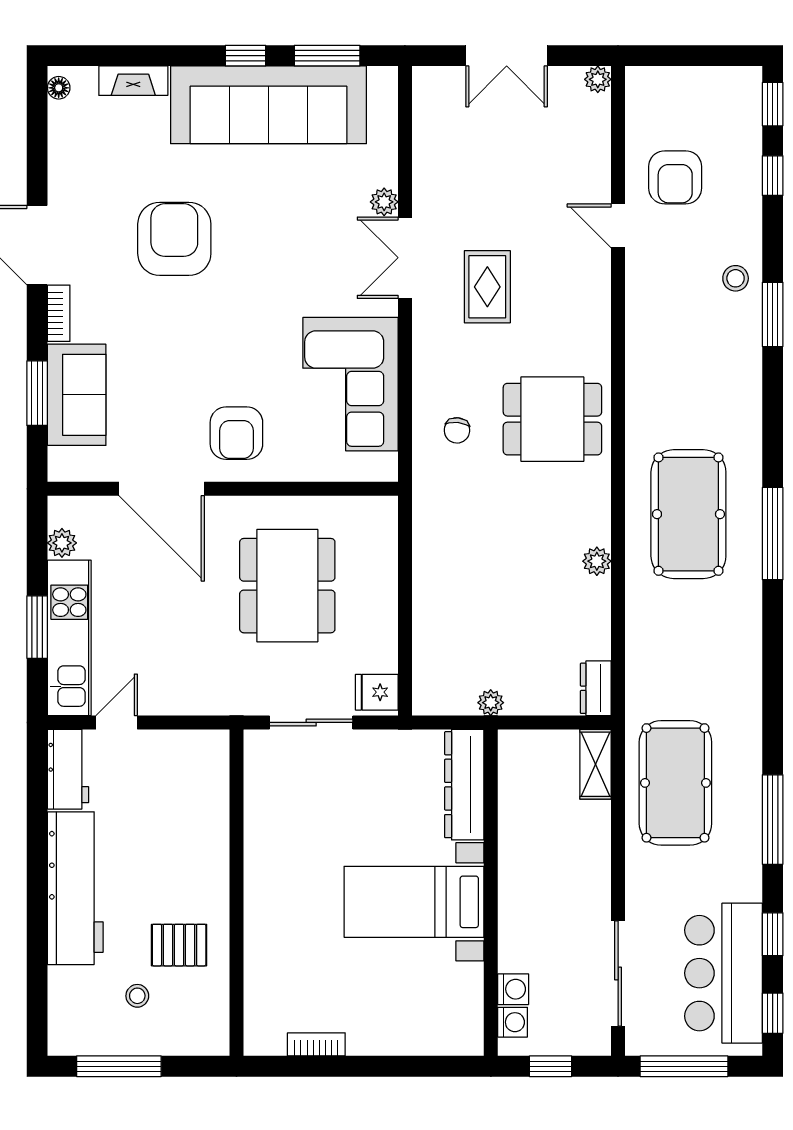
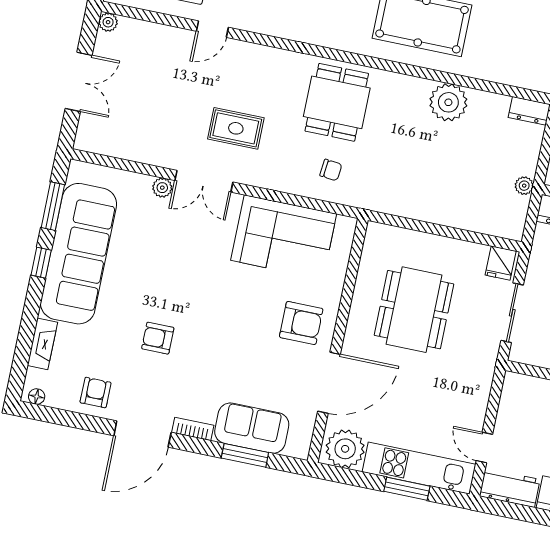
armchair: (81, 168) -> (96, 393), added
armchair: (174, 239) -> (158, 338), width x0.53, depth x0.53
plant: (62, 543) -> (345, 449), width x1.87, depth x1.87
plant: (597, 561) -> (448, 102), width x1.87, depth x1.87
dining table: (287, 586) -> (414, 310), turned 90

